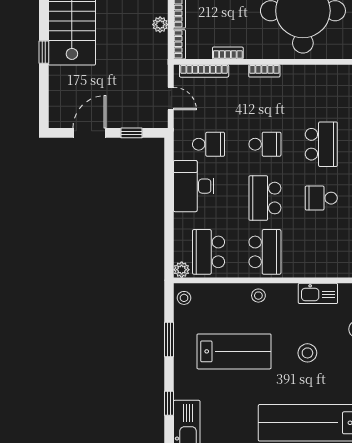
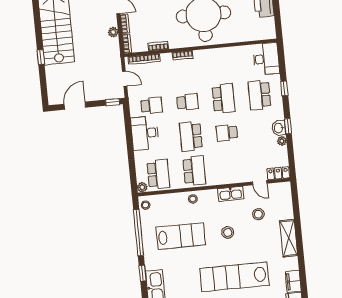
window: (131, 133) -> (113, 102), moved
school desk: (209, 252) -> (158, 174), turned 180
window: (169, 339) -> (139, 233), width x2.11

